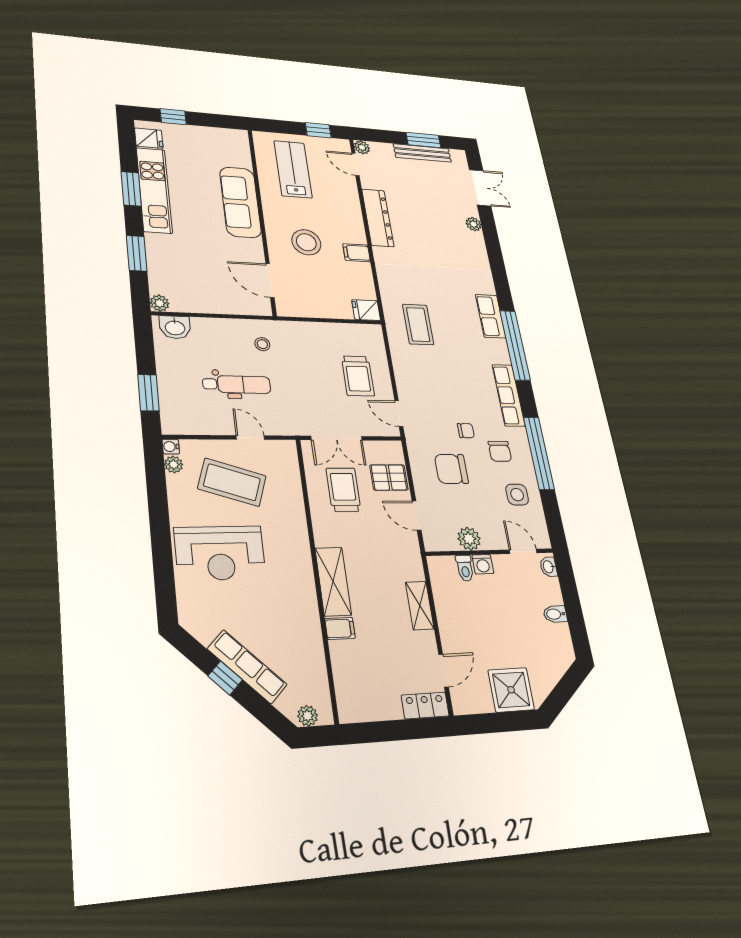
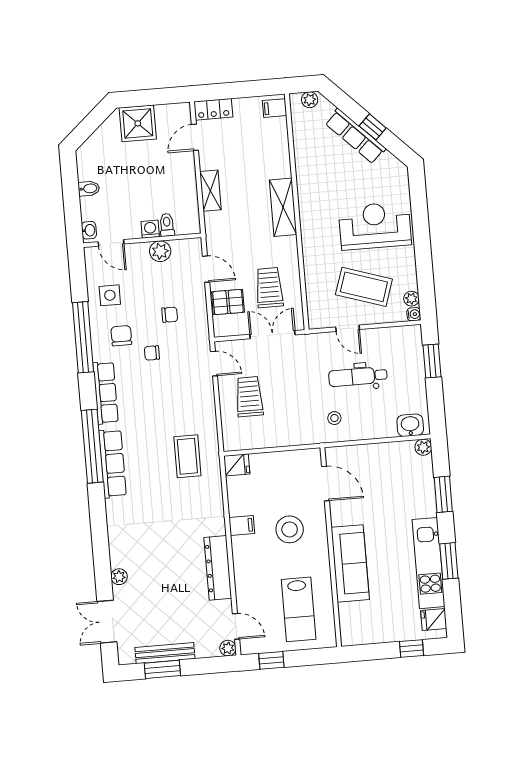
row of seats: (491, 316) -> (113, 464), width x1.48
chair: (451, 469) -> (170, 315), width x0.54, depth x0.54
trolley: (344, 490) -> (269, 288), turned 180
filing cabinet: (340, 628) -> (275, 108), moved

